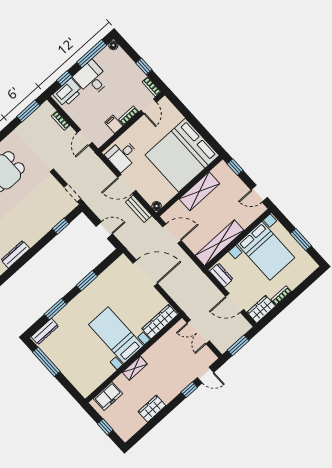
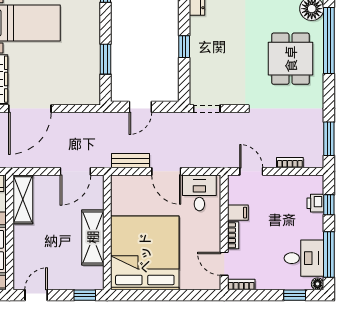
window: (144, 66) -> (295, 295), moved
desk: (92, 79) -> (304, 258), moved
printer: (68, 93) -> (315, 203), width x0.53, depth x0.68
door: (127, 184) -> (166, 171), swing flipped
floor lamp: (157, 206) -> (117, 181), removed
window: (61, 226) -> (184, 47), moved
shelving: (220, 243) -> (23, 199), width x0.68
door: (145, 273) -> (30, 109), moved
window: (87, 281) -> (106, 59), moved

